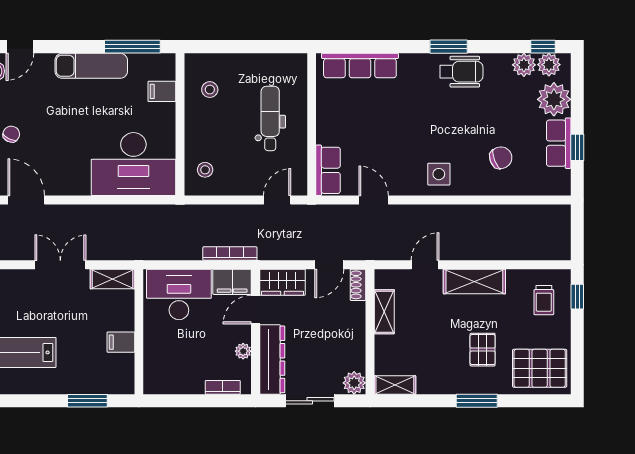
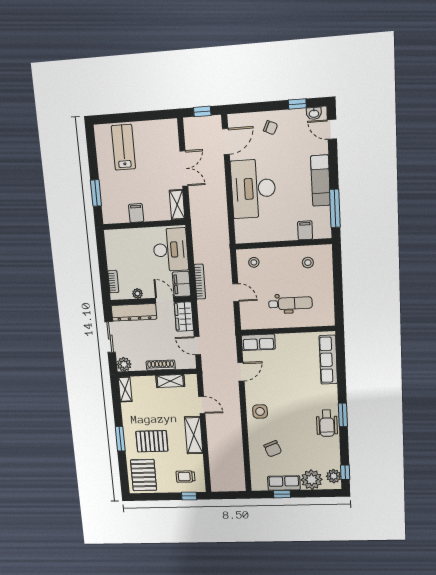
plant: (524, 65) -> (333, 461), removed
desk: (133, 164) -> (253, 189), moved
door: (277, 200) -> (236, 293), moved
shoe rack: (358, 285) -> (161, 365), moved, width x1.43
pallet: (483, 350) -> (152, 441), width x1.50, depth x1.42

